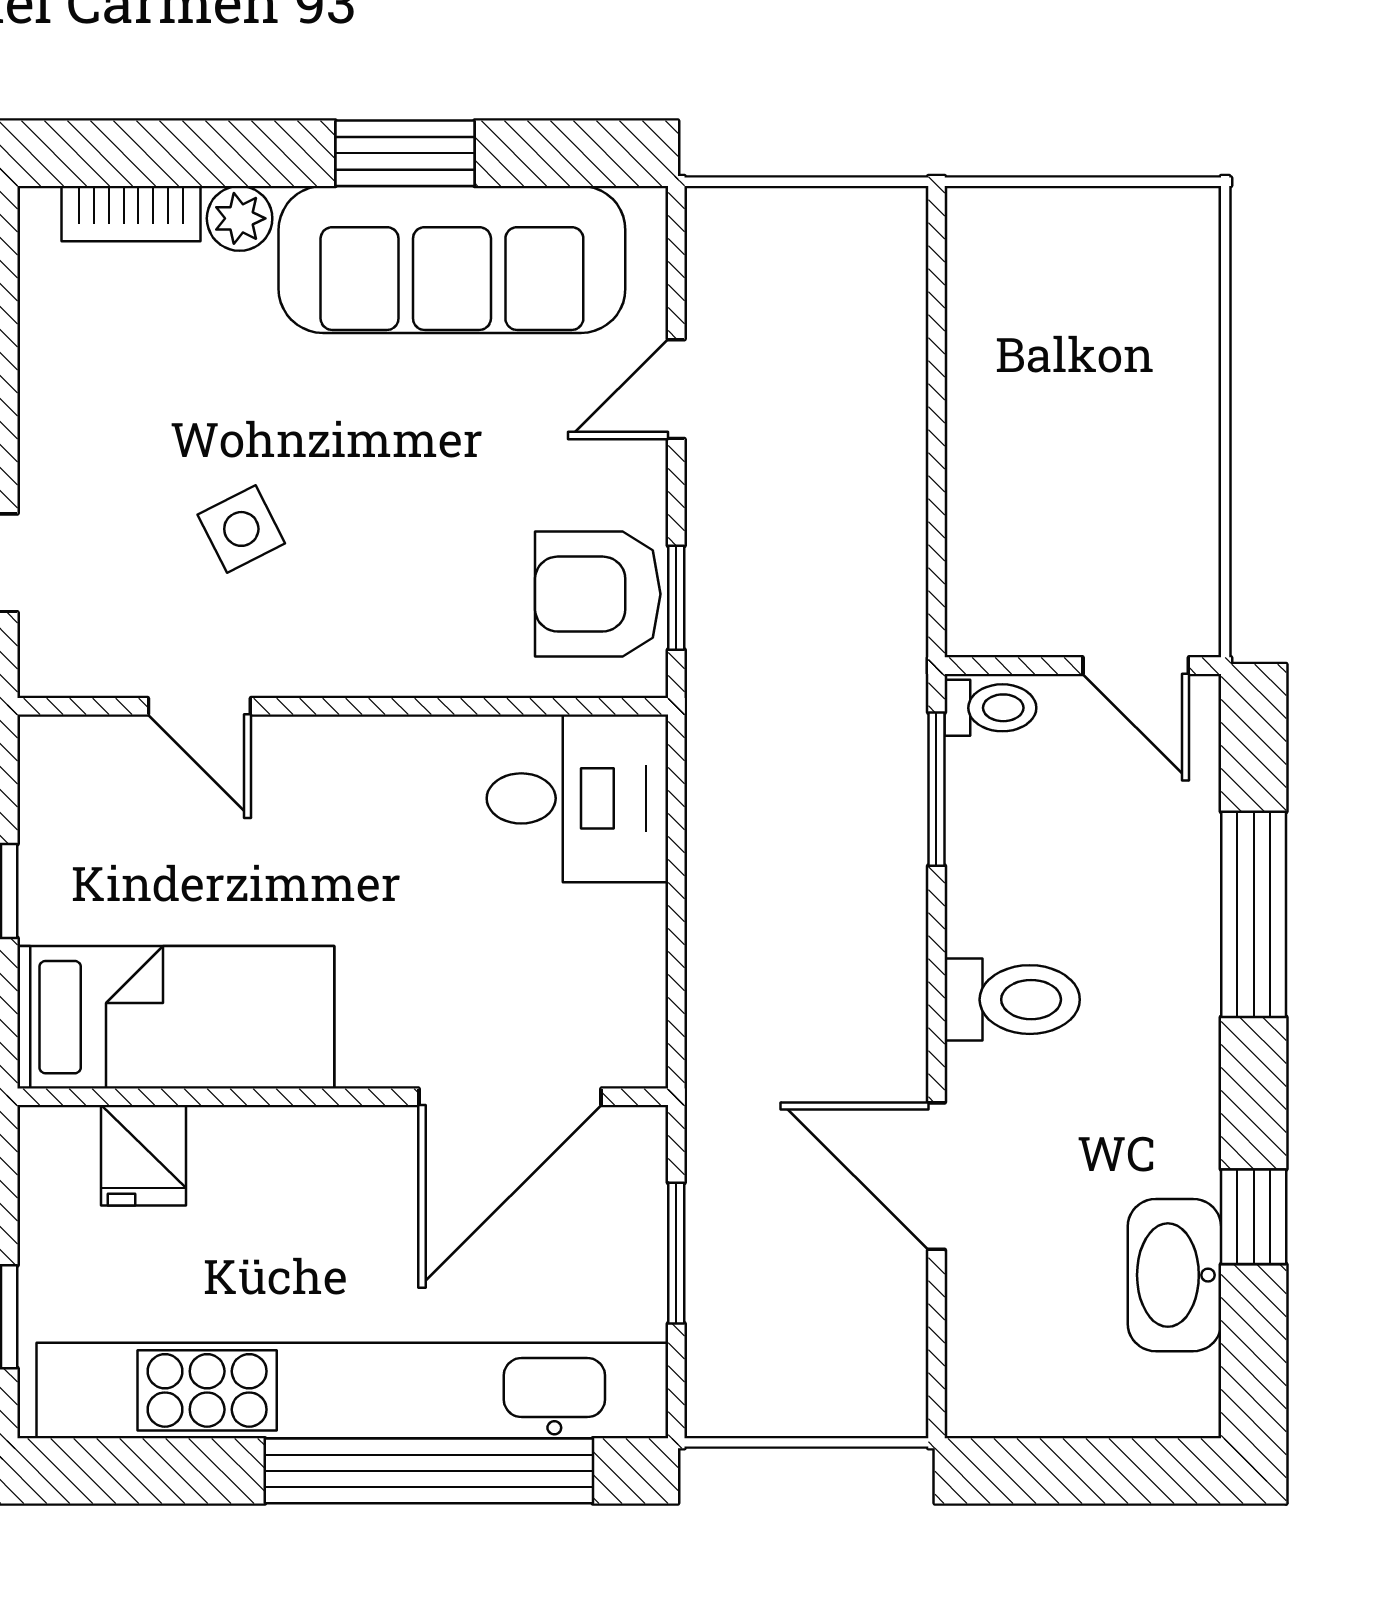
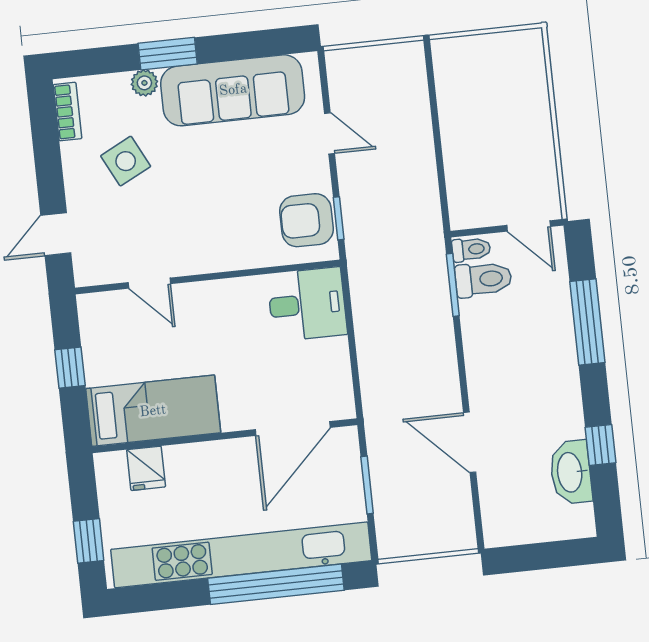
window: (405, 153) -> (168, 54), moved
bookcase: (131, 214) -> (67, 112), moved, turned -90
door: (676, 389) -> (329, 133), swing flipped
side table: (241, 529) -> (126, 161), moved, width x1.37, depth x1.37
toilet: (1012, 1000) -> (483, 279), moved

